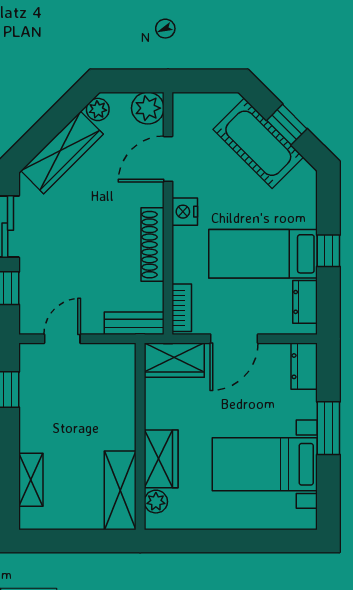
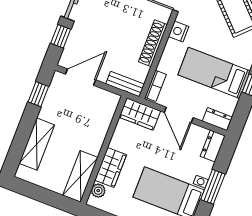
dresser: (305, 302) -> (217, 119), moved, turned 90
door: (62, 339) -> (81, 77), width x1.38
door: (234, 339) -> (179, 115), hinge flipped
shelving: (31, 480) -> (37, 144), width x1.50, depth x1.33

